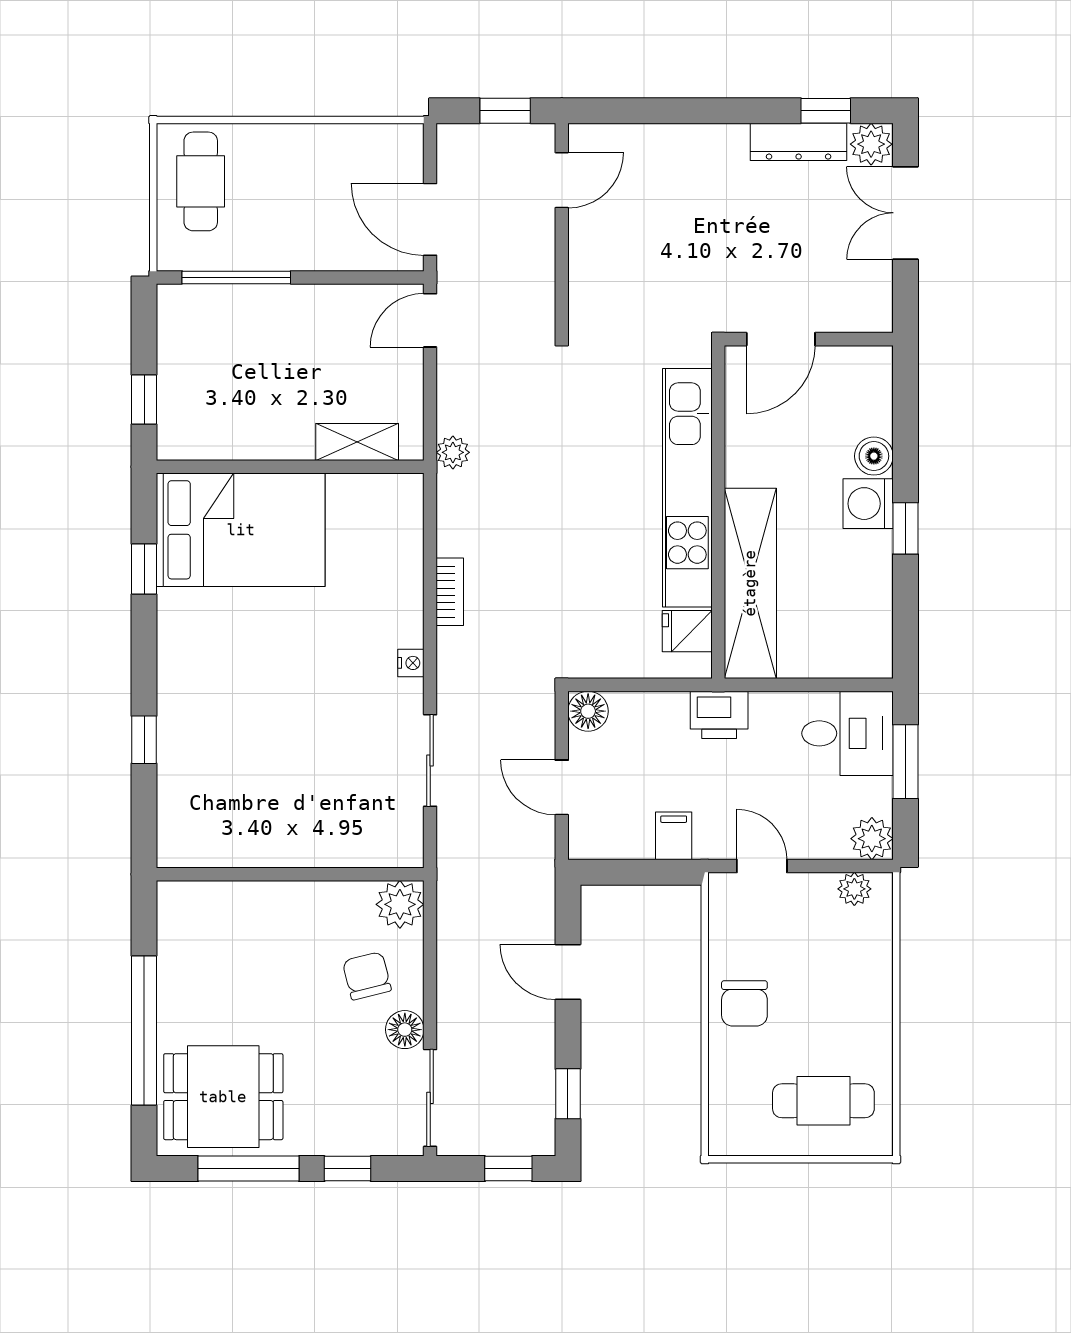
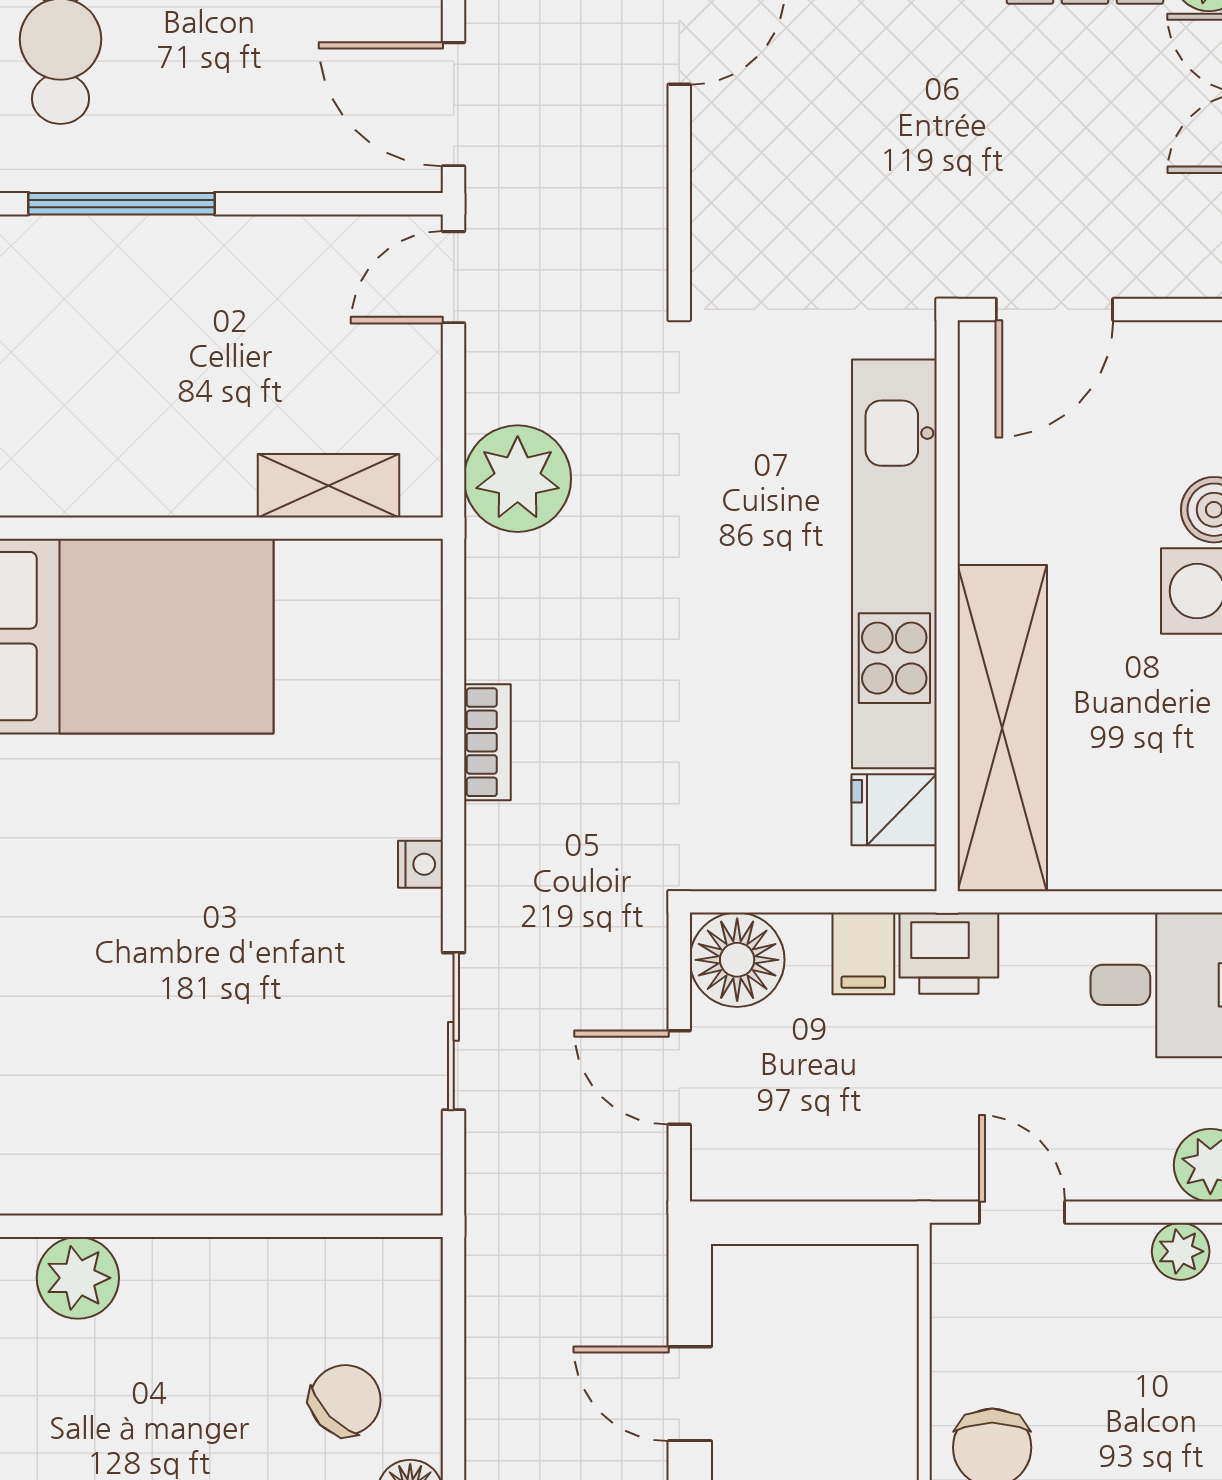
plant: (453, 452) -> (518, 479), width x1.88, depth x1.88
floor lamp: (588, 711) -> (737, 960), width x1.38, depth x1.38
filing cabinet: (674, 836) -> (863, 953), moved, turned 180
plant: (400, 904) -> (78, 1278), moved
chair: (367, 976) -> (345, 1400), turned 60

